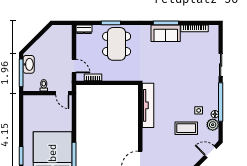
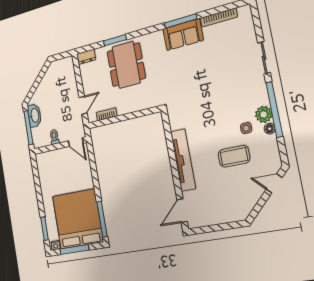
door: (74, 66) -> (83, 105), hinge flipped
tv unit: (148, 105) -> (183, 160), moved
plant: (213, 125) -> (264, 115), moved

